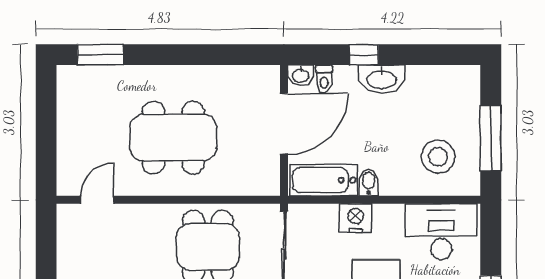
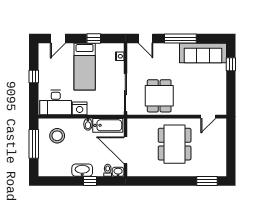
door: (284, 124) -> (125, 150), hinge flipped
dining table: (173, 138) -> (175, 144), turned 90
nightstand: (356, 218) -> (80, 108), moved

